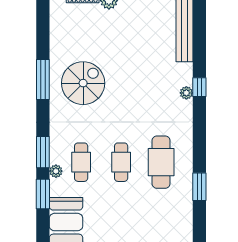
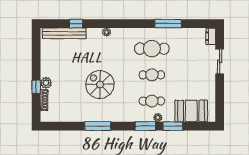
spiral stairs: (83, 83) -> (100, 84), moved
window: (199, 87) -> (76, 24), moved
window: (199, 187) -> (168, 24), width x1.44

